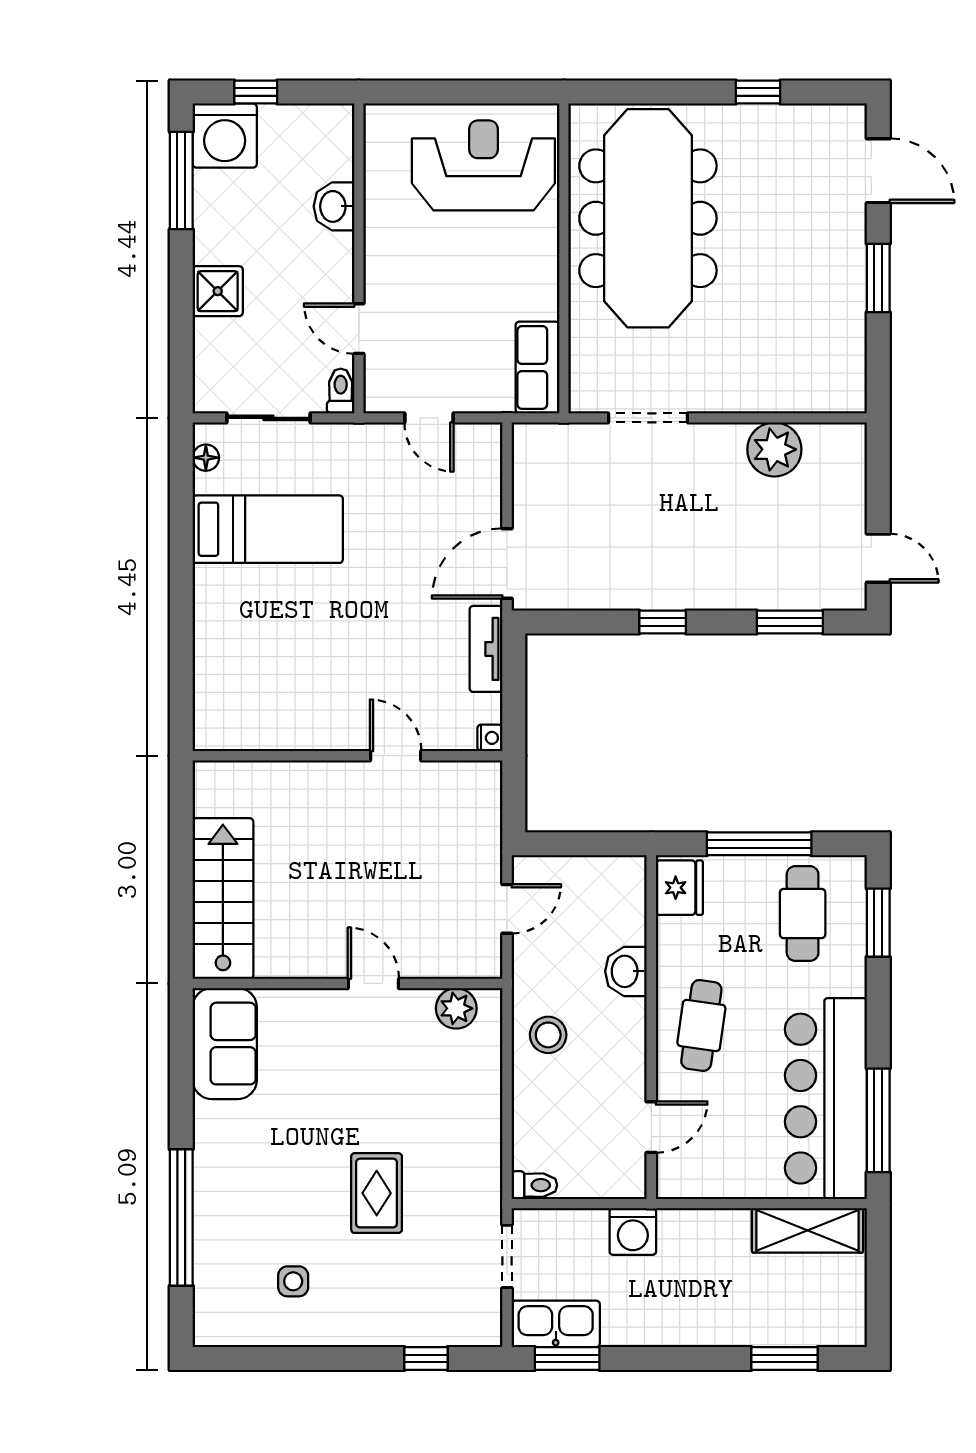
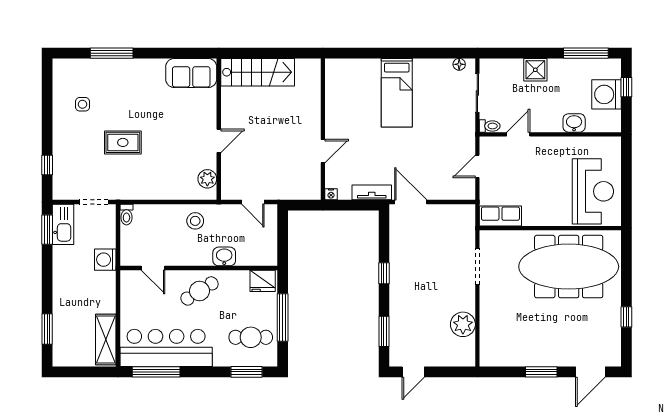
washing machine: (225, 136) -> (606, 94), moved
bed: (268, 529) -> (397, 93), moved
cafe table: (701, 1025) -> (199, 291), turned -40
window: (181, 1217) -> (112, 53), width x0.68

